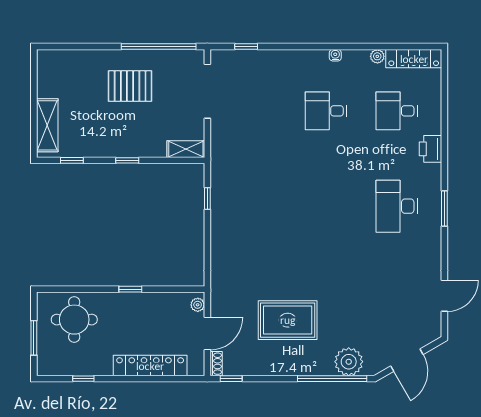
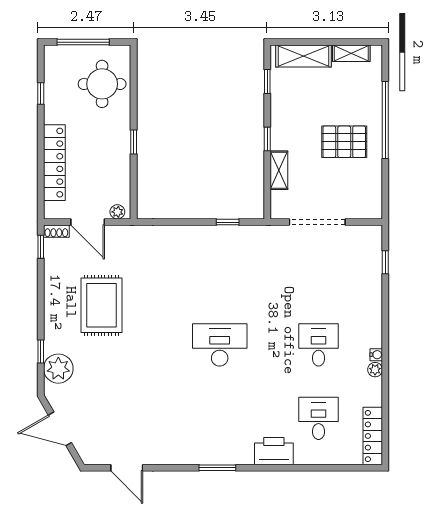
window: (159, 47) -> (385, 120), moved
plant: (377, 56) -> (375, 370), moved
shelving: (45, 79) -> (351, 53), added
pallet: (130, 86) -> (344, 142), turned 90
doorway: (207, 91) -> (317, 222), moved
shelving: (186, 149) -> (279, 170), moved
printer: (430, 149) -> (274, 451), width x1.37, depth x1.19
desk: (397, 206) -> (220, 345), moved
window: (34, 338) -> (83, 42), width x1.44
window: (332, 379) -> (41, 351), width x0.32

